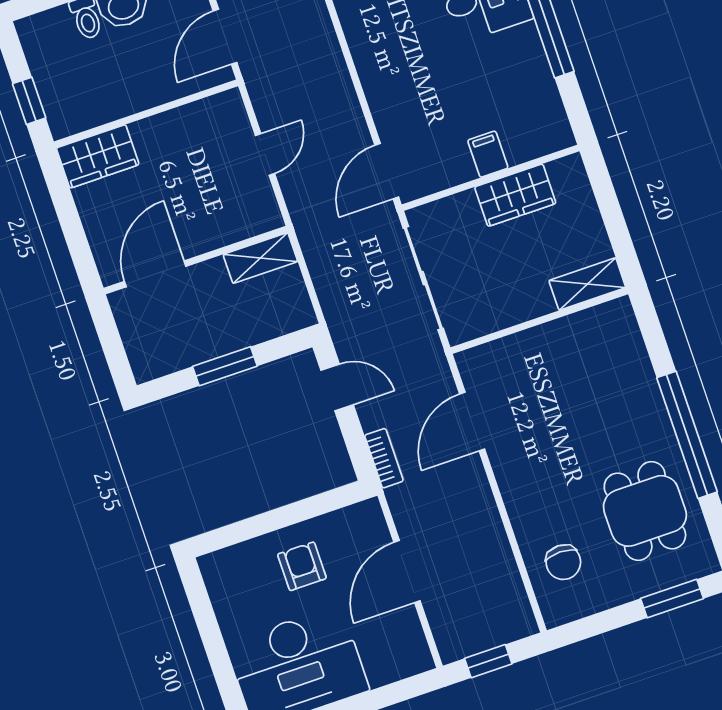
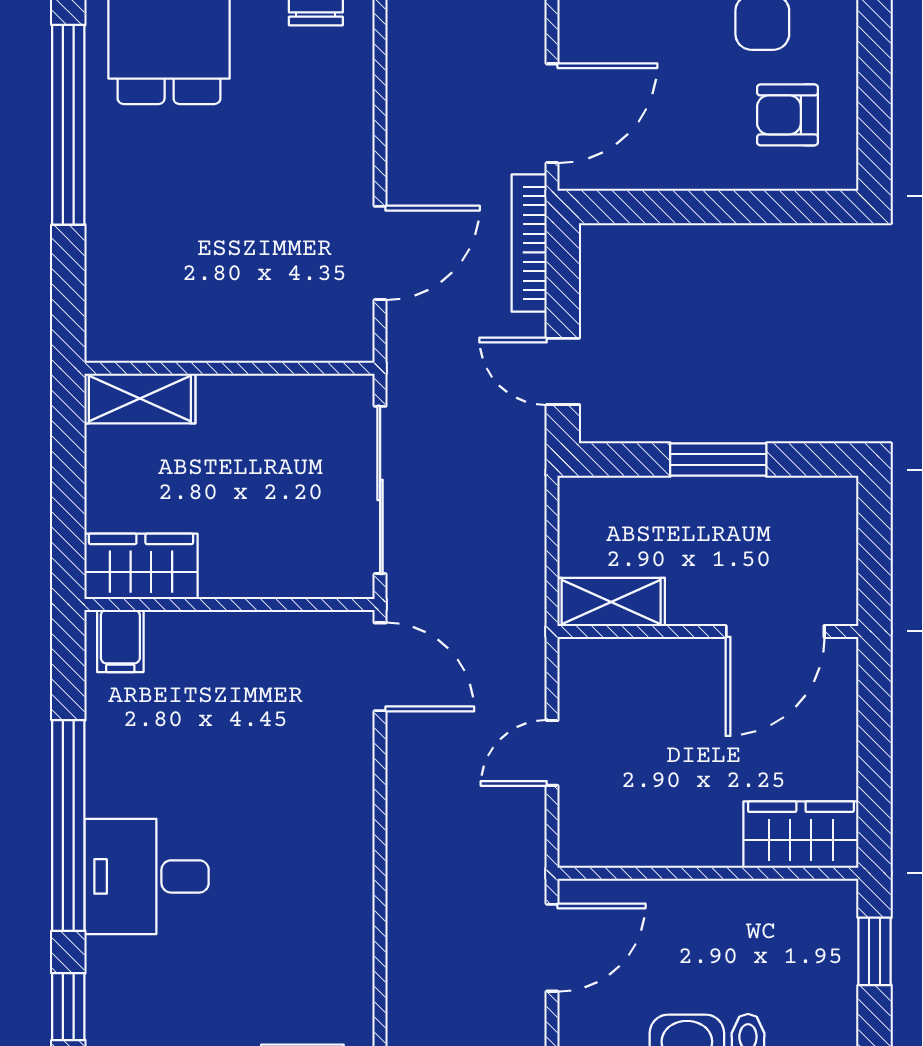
filing cabinet: (488, 154) -> (120, 641), moved
door: (387, 171) -> (380, 667), hinge flipped
wardrobe: (515, 195) -> (141, 566), moved
bookcase: (384, 458) -> (529, 243), width x1.56
armchair: (302, 566) -> (787, 115), moved, turned 90
door: (407, 571) -> (552, 113), moved

